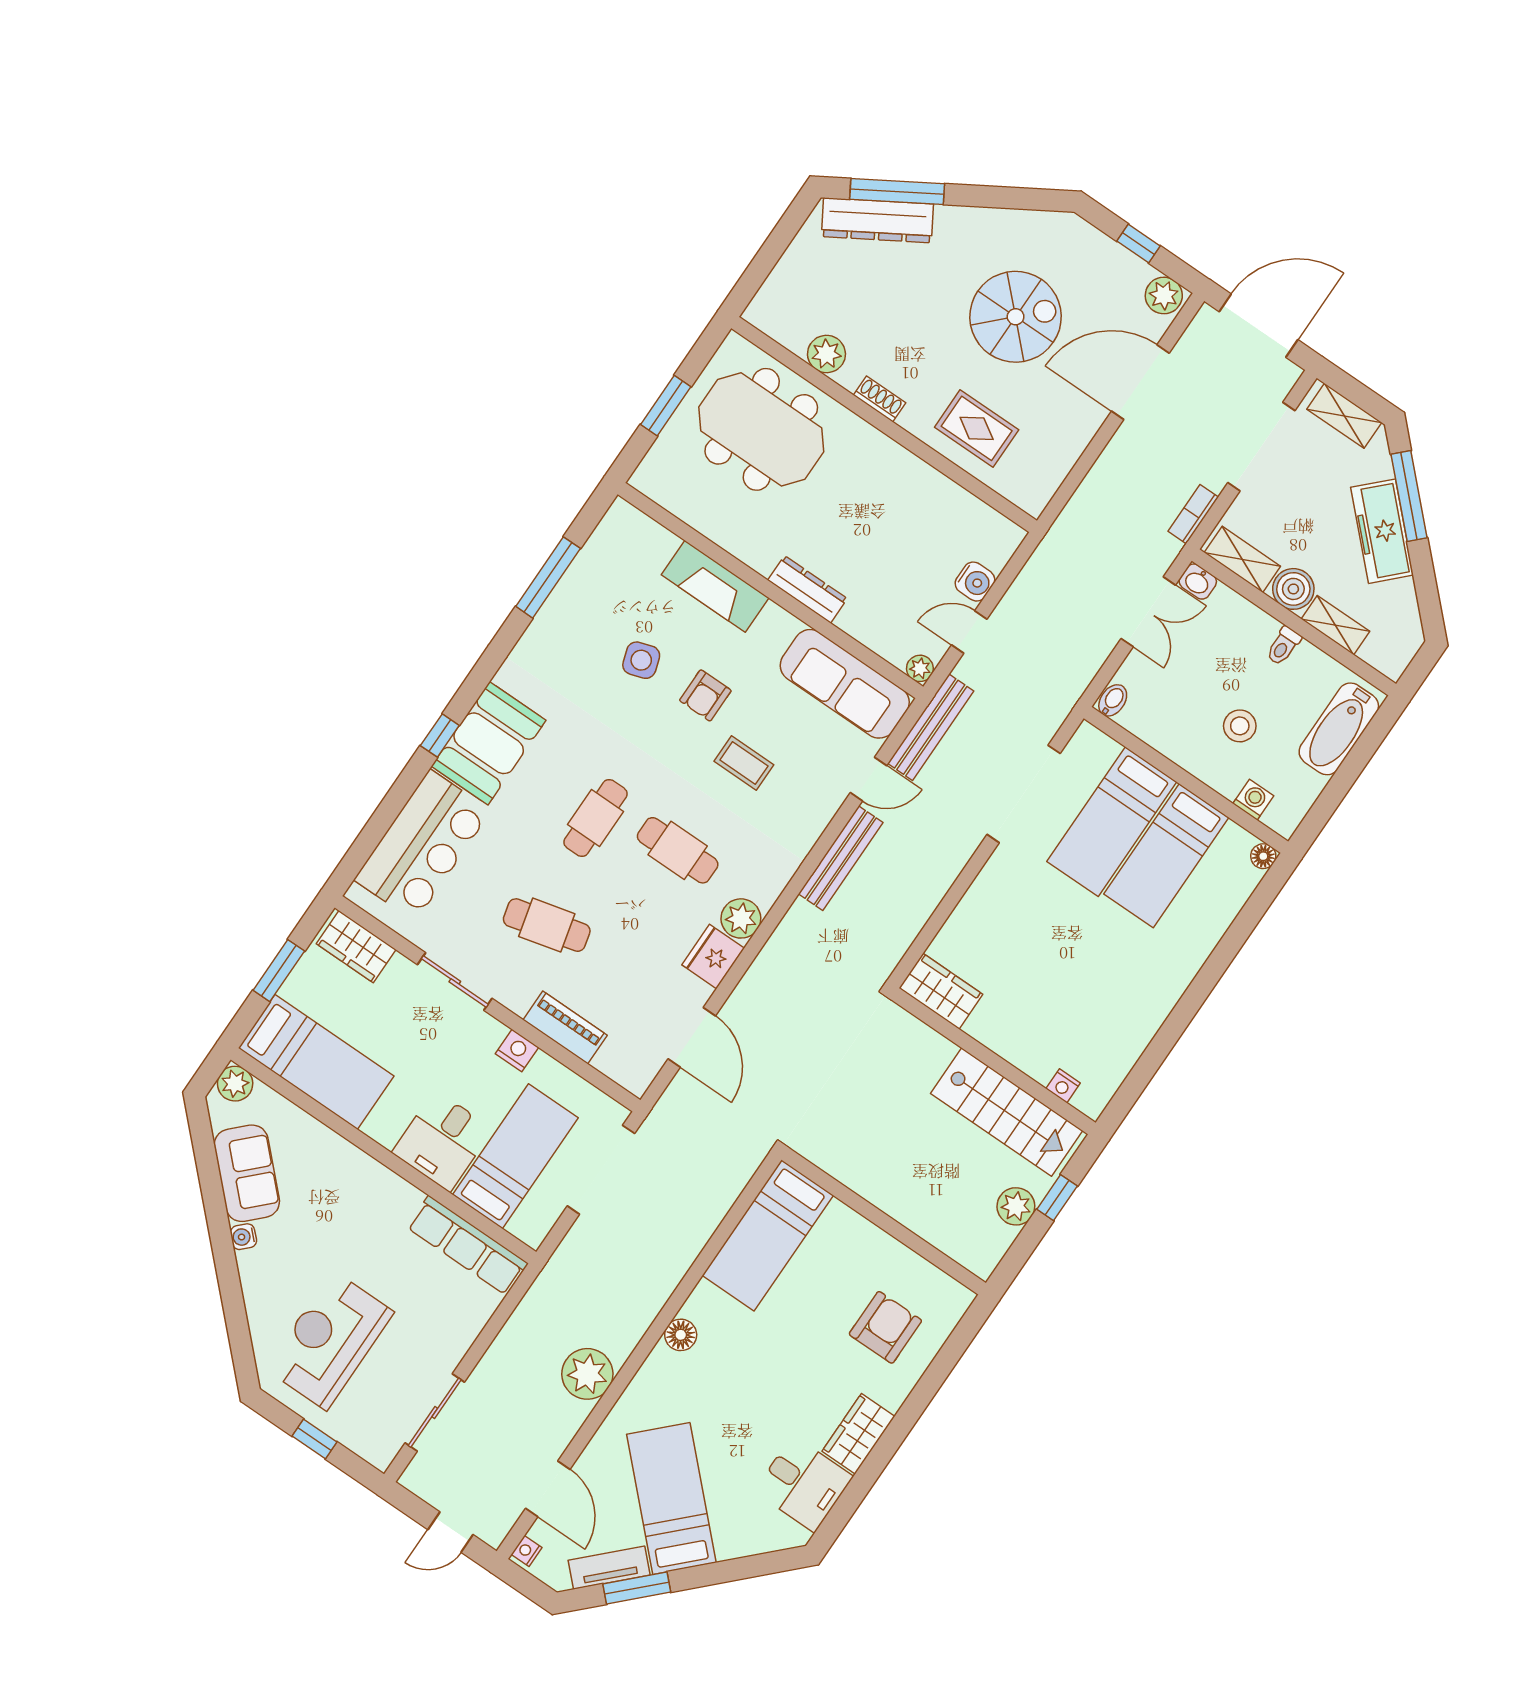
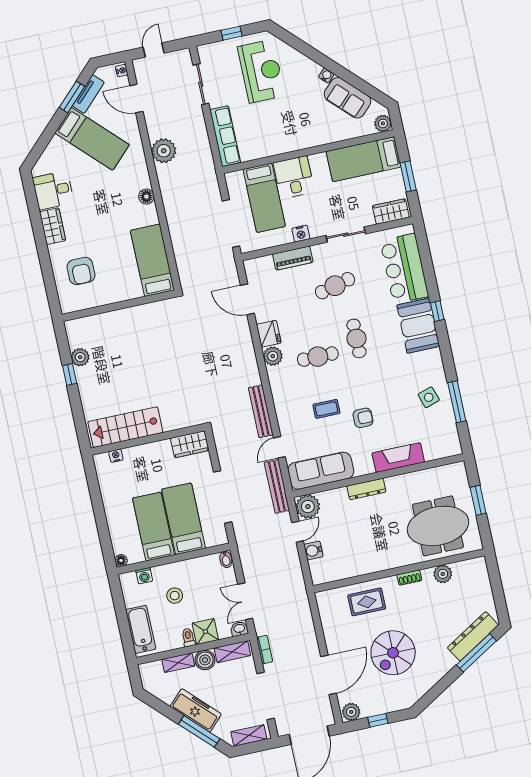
shower: (1250, 629) -> (205, 632), added
side table: (641, 660) -> (429, 397), moved
plant: (920, 668) -> (308, 507), width x1.88, depth x1.88
armchair: (705, 695) -> (363, 418), turned 90
wardrobe: (941, 991) -> (190, 444), moved
wall: (993, 1061) -> (148, 439), moved
nightstand: (1063, 1086) -> (116, 456), moved
stairs: (1007, 1112) -> (125, 427), moved
row of seats: (467, 1245) -> (225, 136), moved, turned 90

